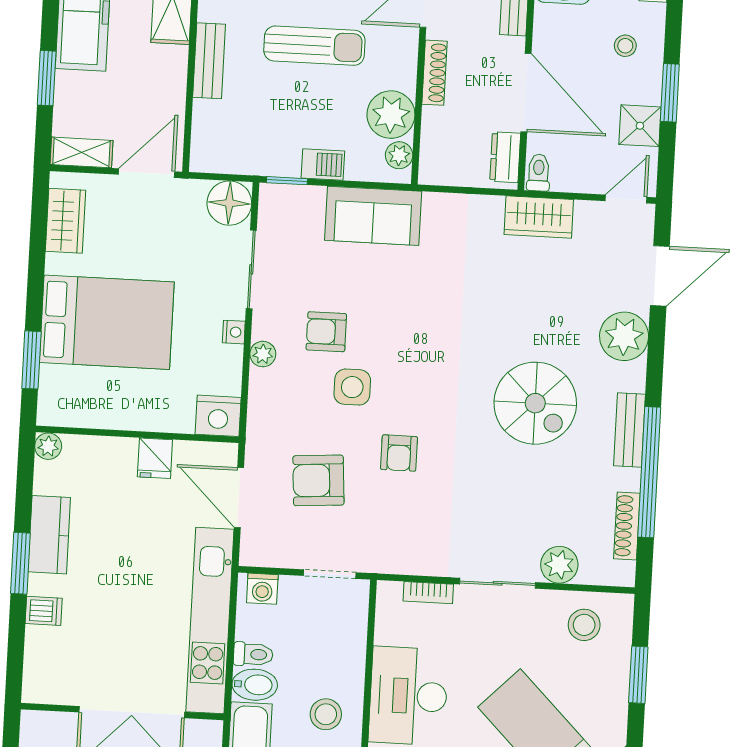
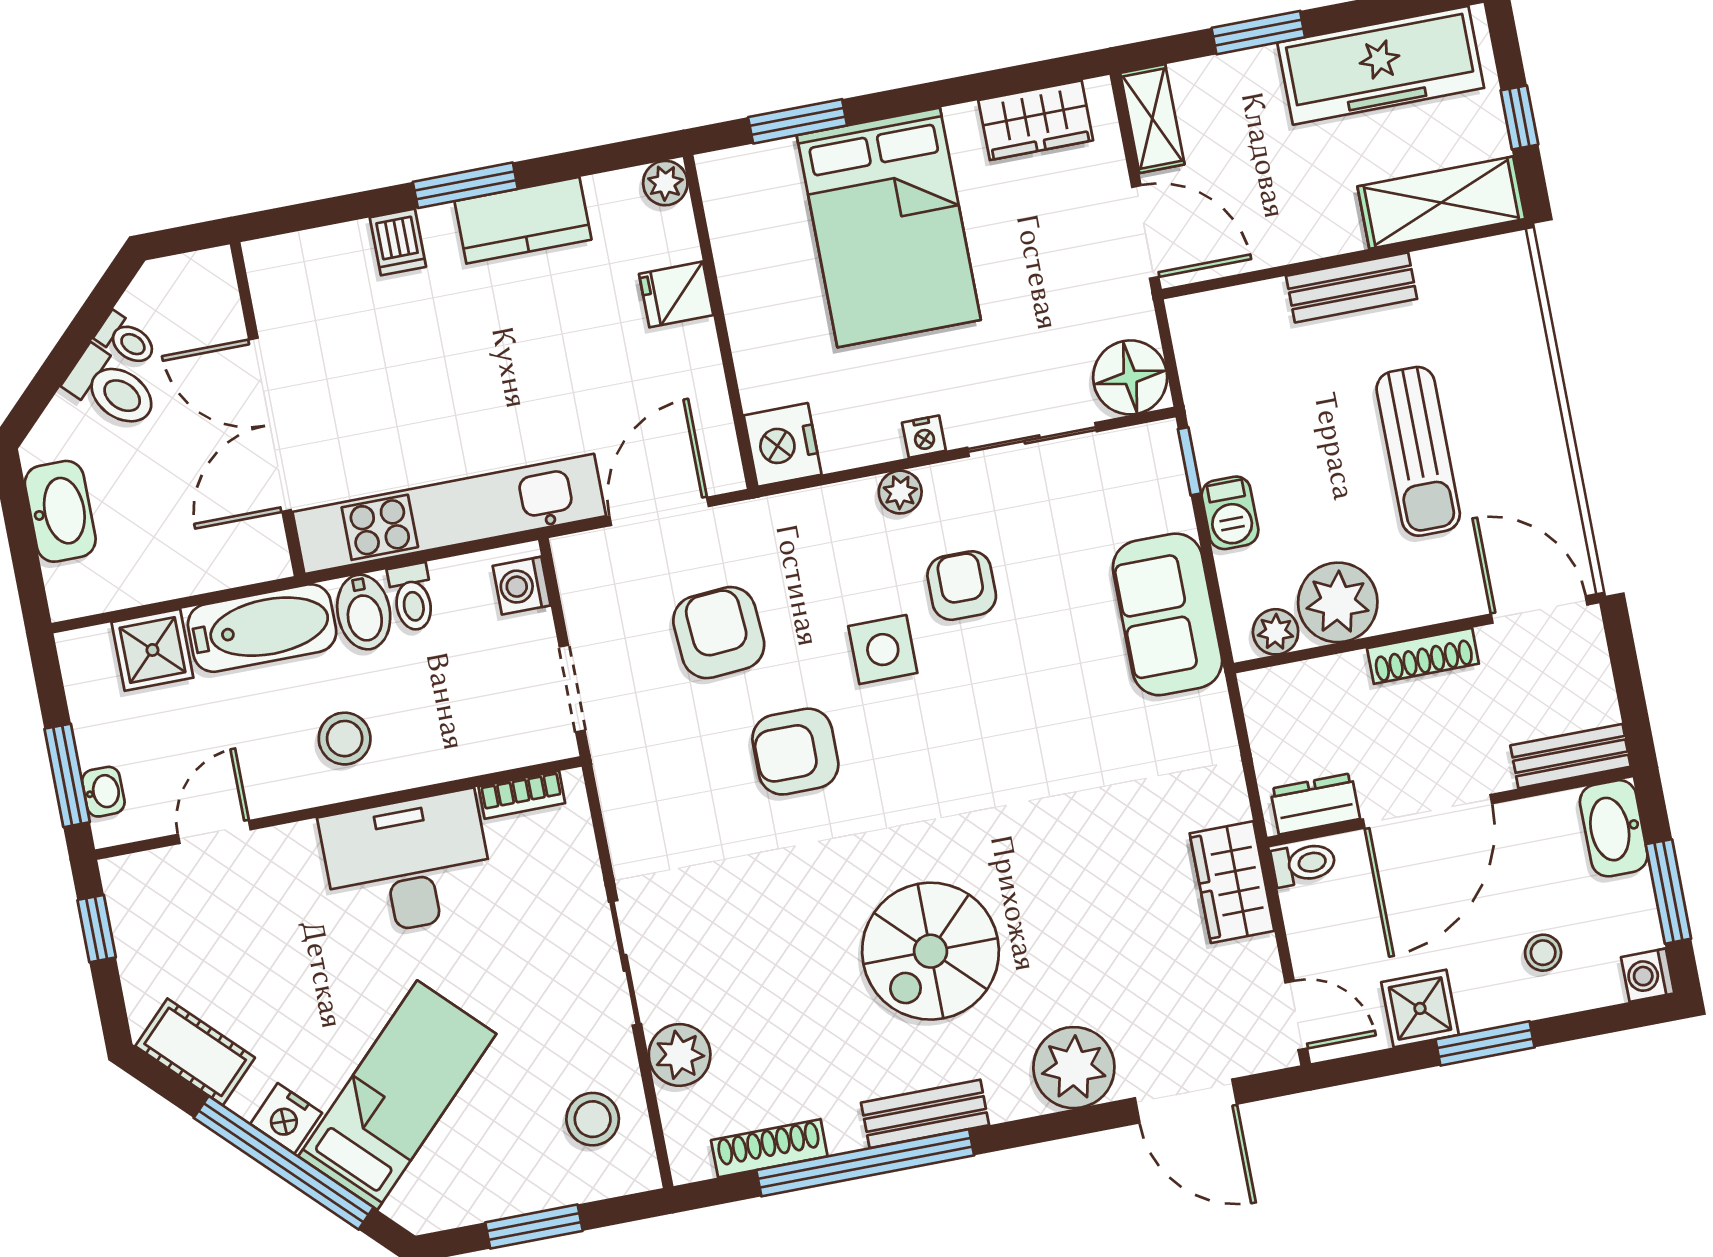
armchair: (399, 453) -> (795, 752), width x1.38, depth x1.38
fridge: (155, 458) -> (676, 294), moved
bookcase: (428, 593) -> (522, 795), moved, turned -90

